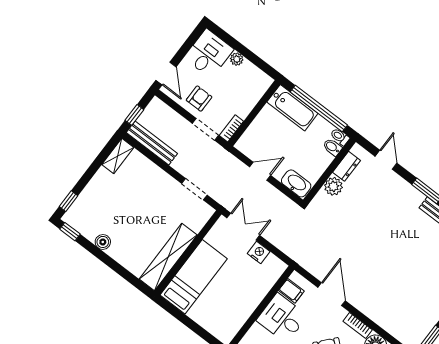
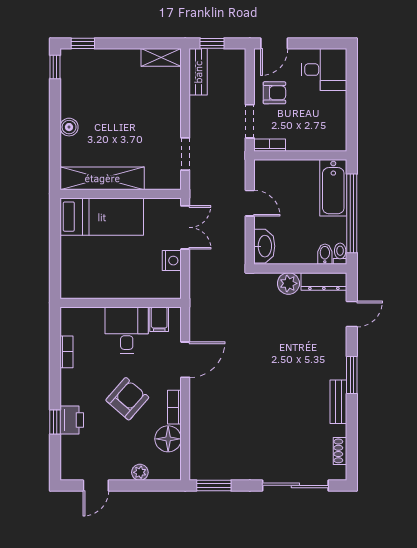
plant: (237, 59) -> (339, 100), removed
bench: (152, 143) -> (198, 72), width x0.73
dresser: (347, 166) -> (324, 281), width x1.44
boiler: (103, 242) -> (69, 127), moved

